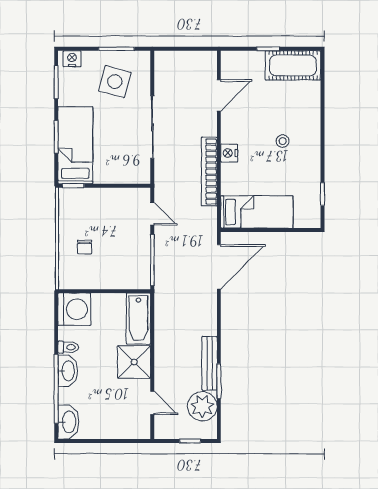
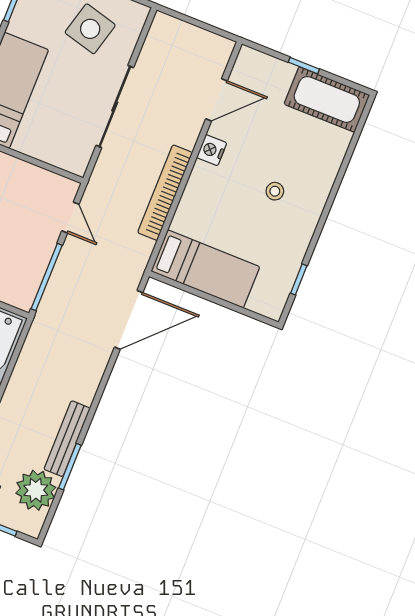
nightstand: (229, 153) -> (212, 150), moved

